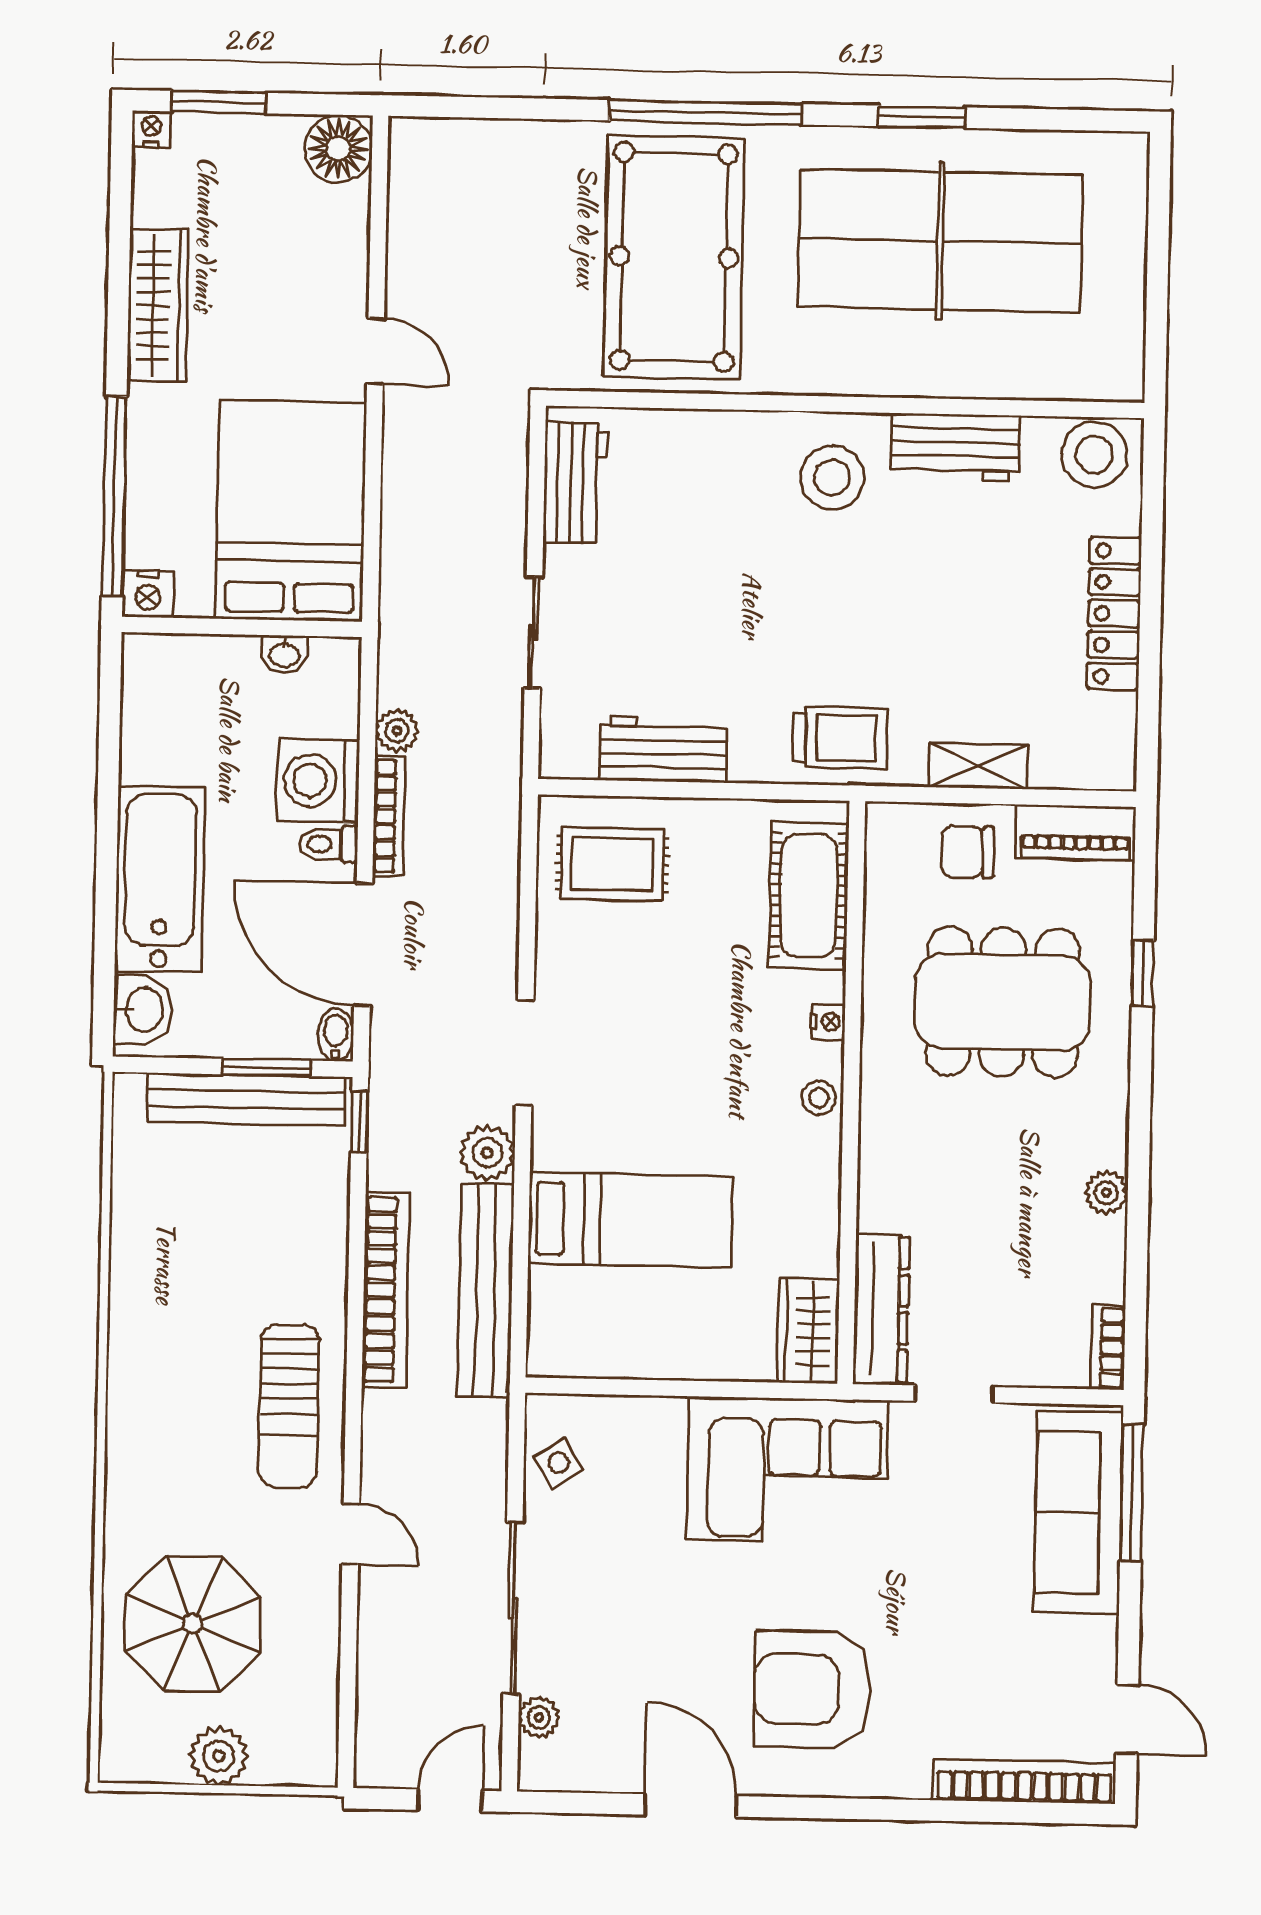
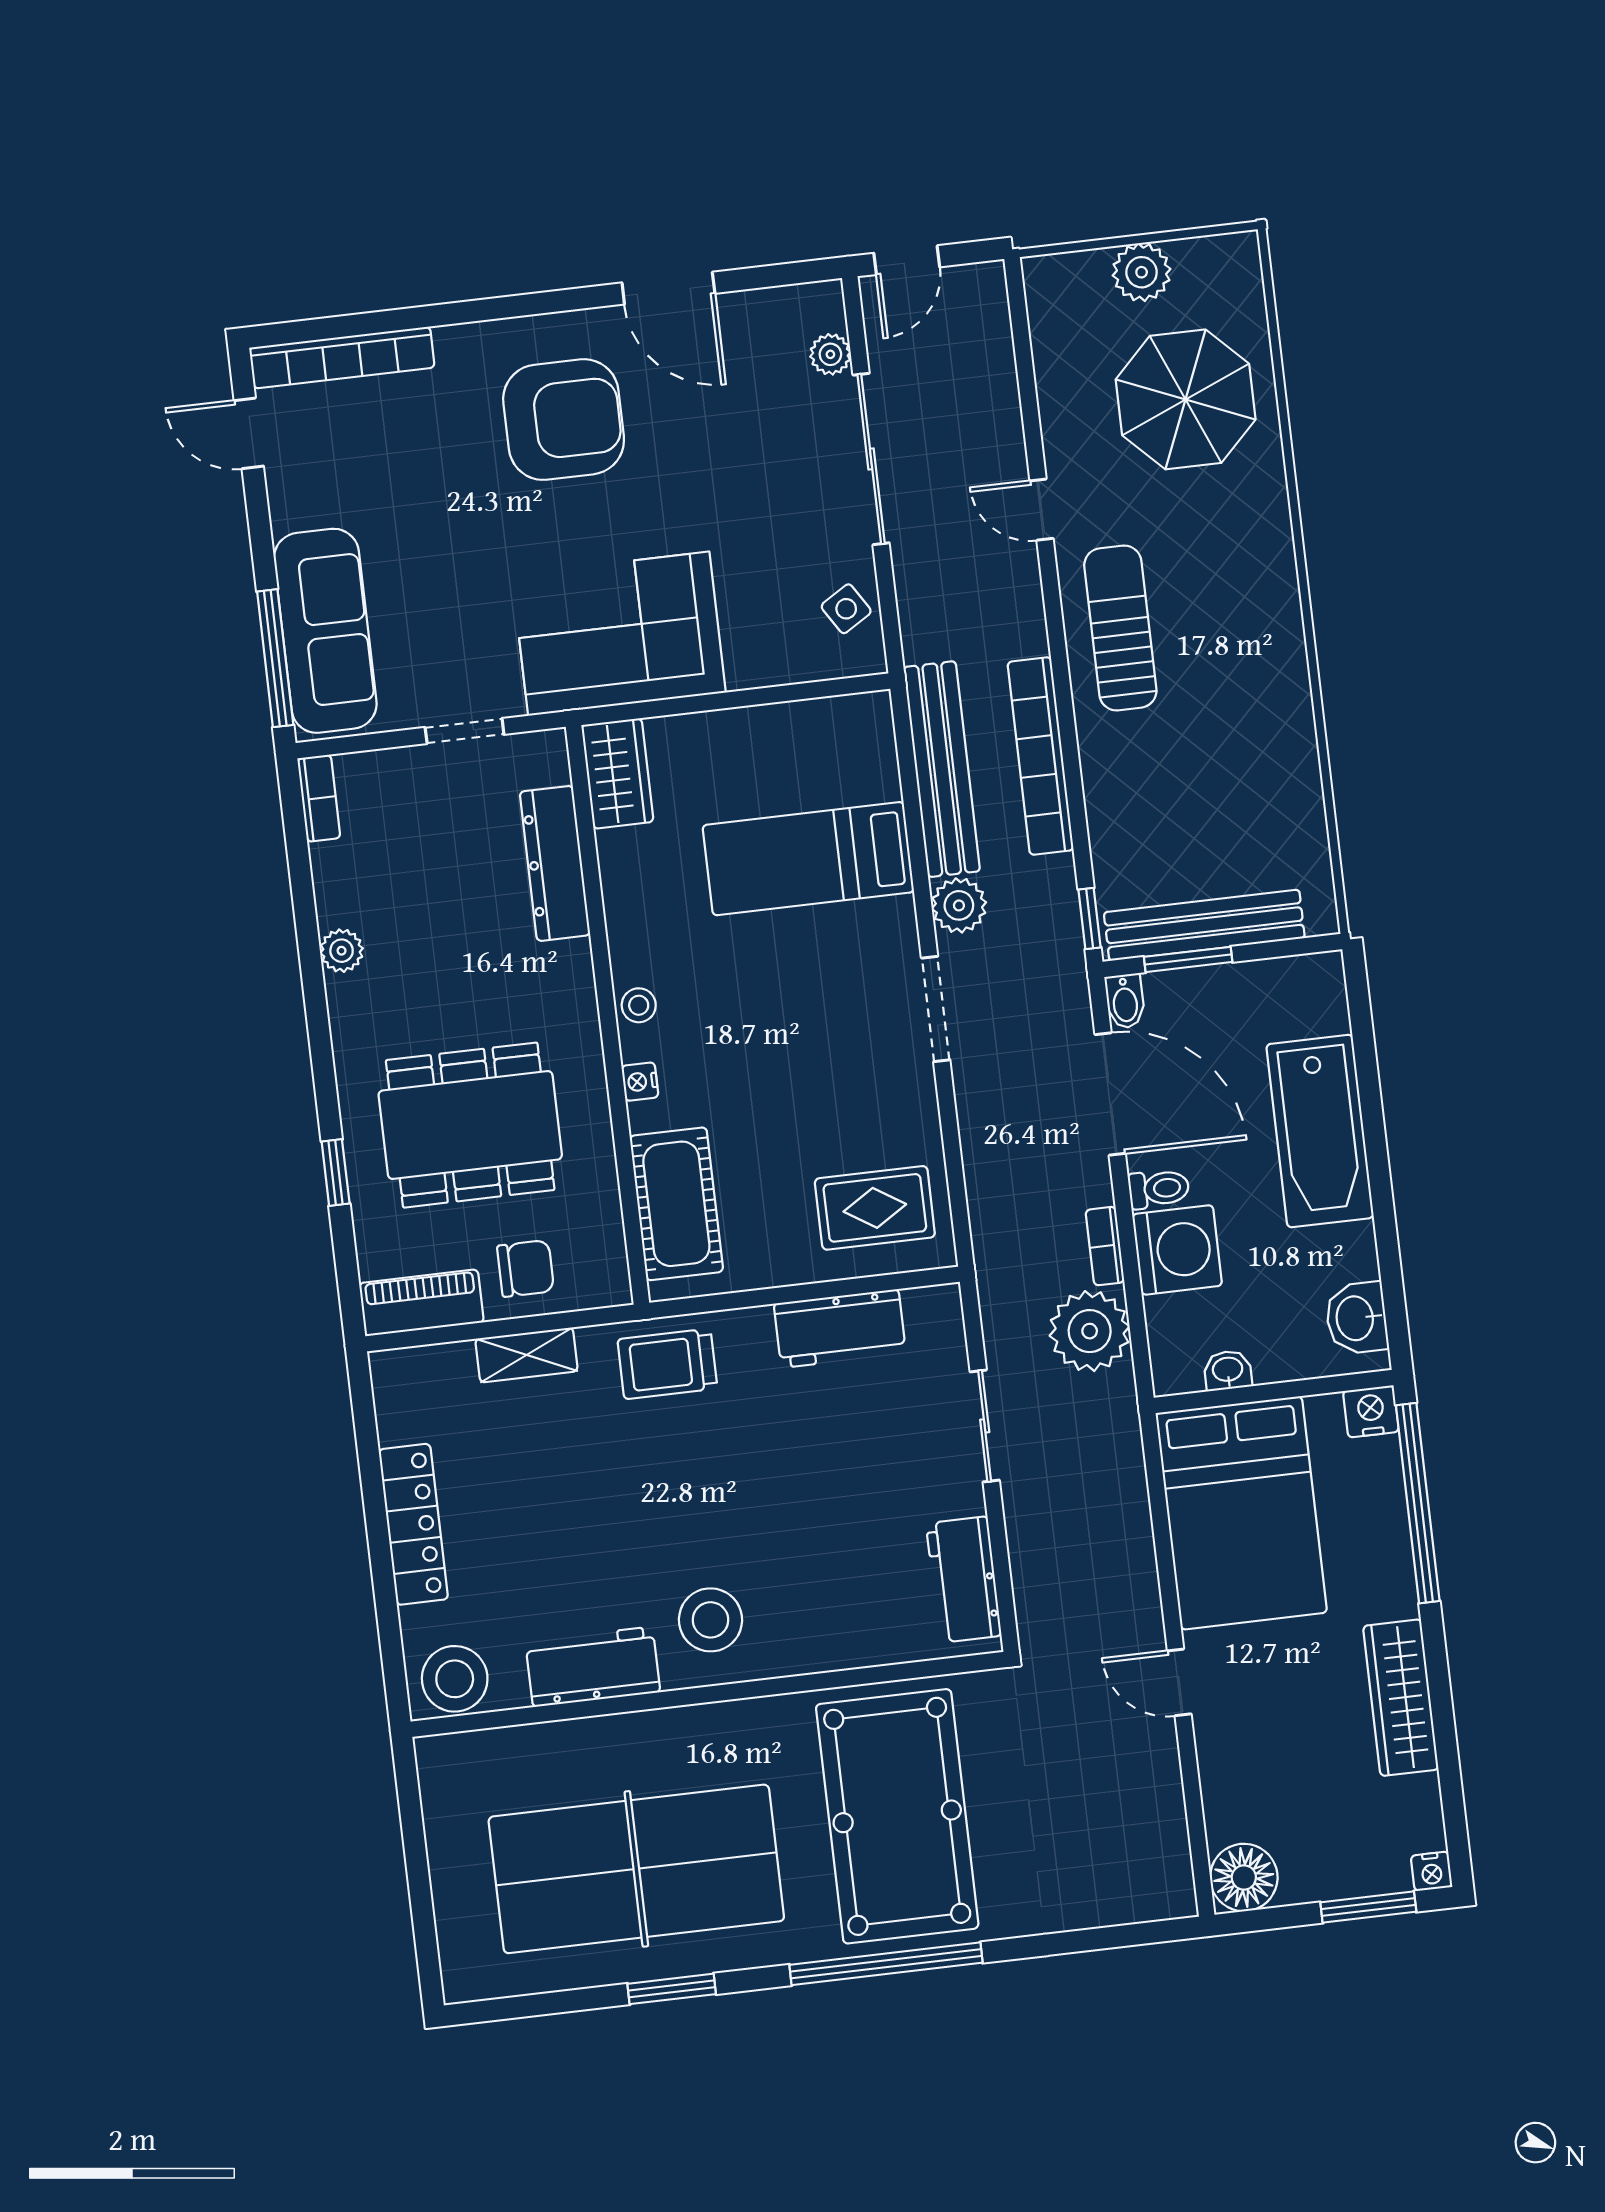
plant: (397, 731) -> (1090, 1331), width x1.88, depth x1.88
bookcase: (389, 816) -> (1105, 1246), width x0.64
washbasin: (143, 1010) -> (1356, 1318), moved
dresser: (881, 1309) -> (555, 863), moved

